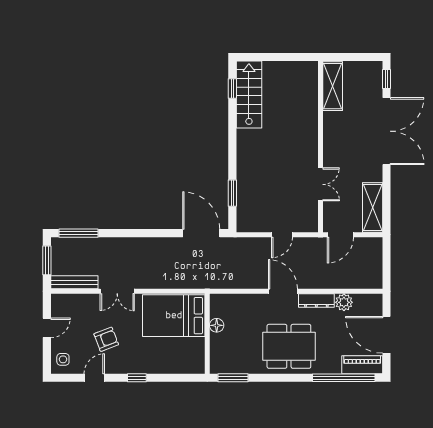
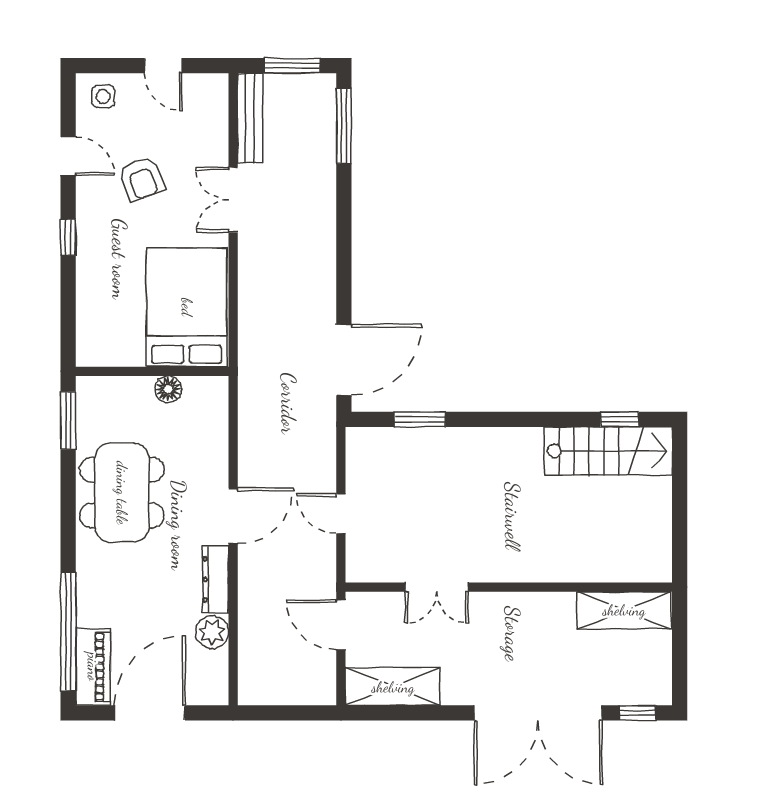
dining table: (289, 346) -> (122, 493), moved

